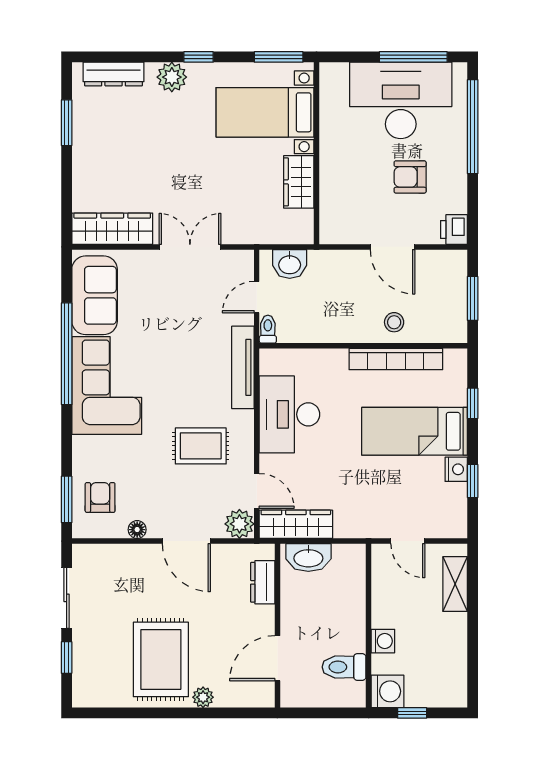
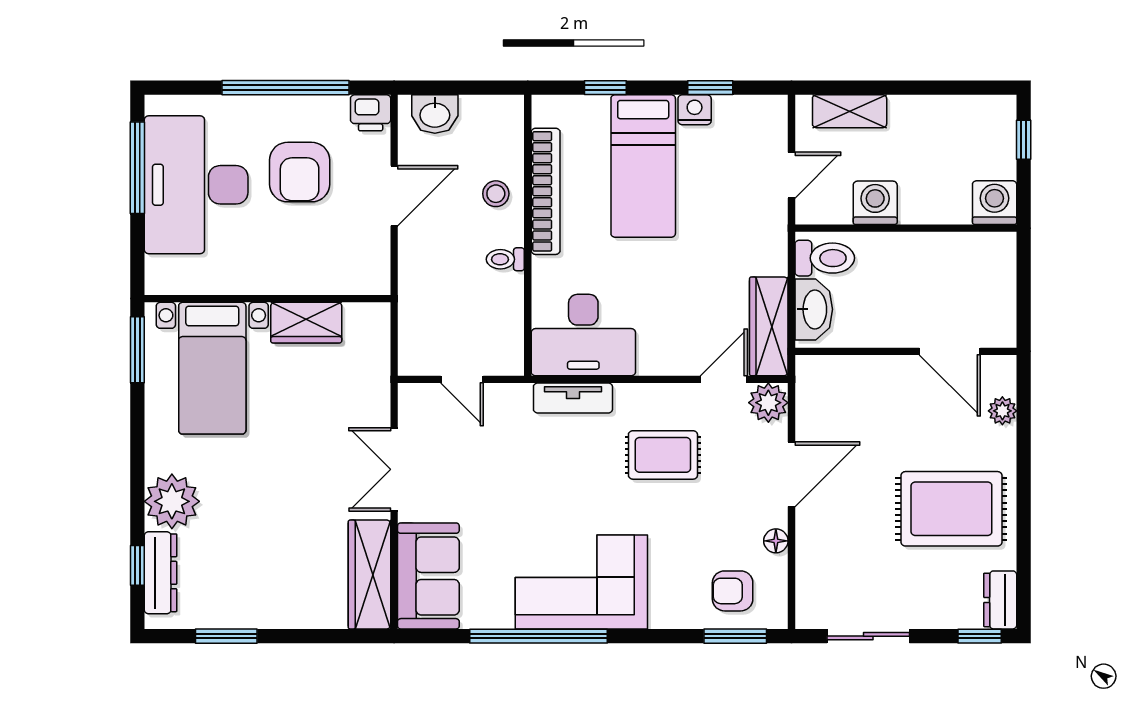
window: (199, 57) -> (137, 565), moved
plant: (172, 77) -> (172, 501), width x1.36, depth x1.36
window: (473, 127) -> (285, 88), moved
armchair: (410, 177) -> (300, 172), width x1.38, depth x1.38
washbasin: (290, 264) -> (435, 114), moved, turned 90
sofa: (95, 295) -> (428, 576), moved, turned 90
window: (473, 298) -> (464, 88), removed
toilet: (268, 329) -> (505, 259), moved
tv unit: (243, 367) -> (573, 398), width x0.71
desk: (289, 414) -> (583, 335), moved
rug: (201, 446) -> (663, 455), turned 90
dresser: (263, 582) -> (1000, 600), moved, turned 90
washing machine: (383, 641) -> (875, 203), moved, width x1.38, depth x1.38
window: (67, 658) -> (980, 636), moved
toilet: (344, 667) -> (825, 258), moved, turned -90
plant: (203, 697) -> (1002, 411), moved
window: (412, 713) -> (1024, 140), moved

